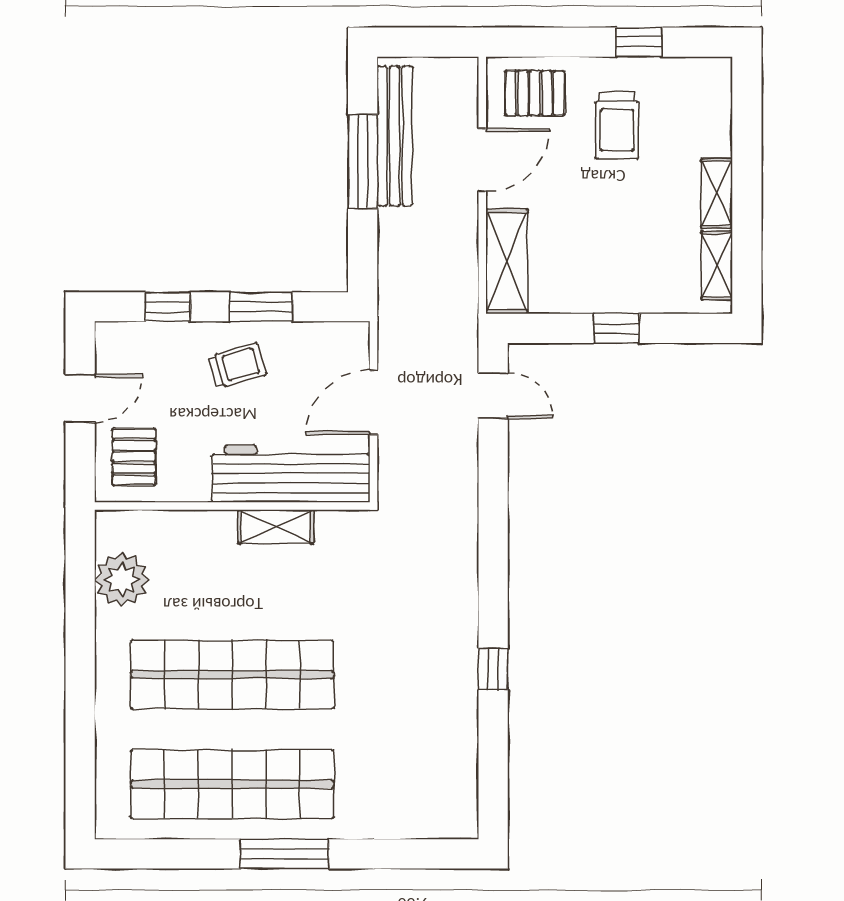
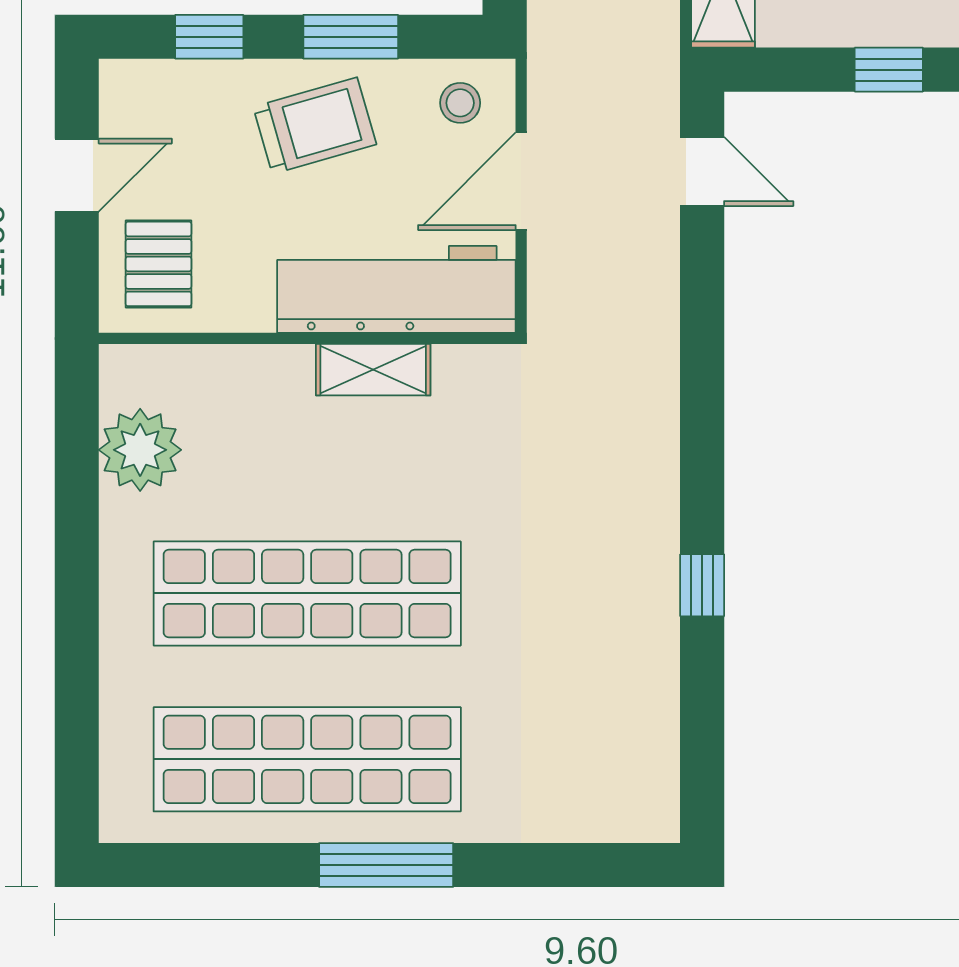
stool: (333, 350) -> (460, 103), added
trolley: (237, 366) -> (315, 126), width x1.36, depth x1.39

